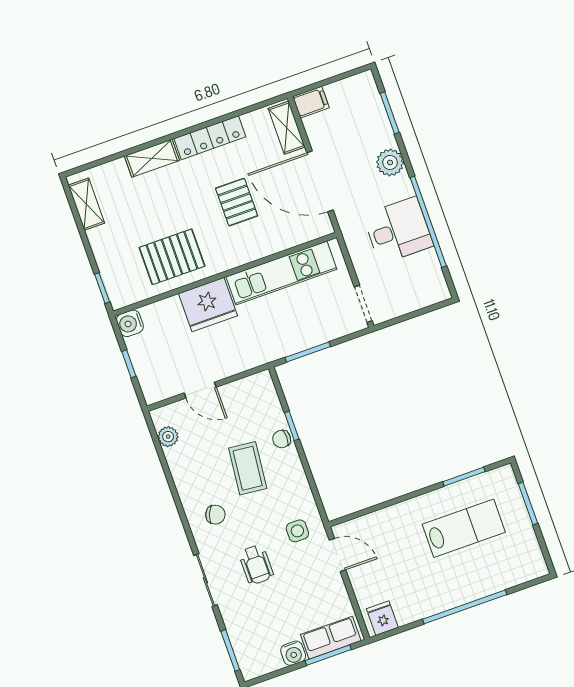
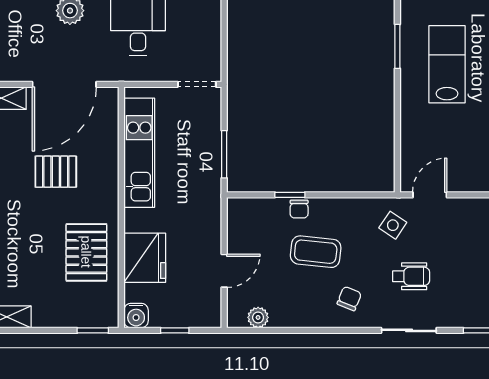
fridge: (208, 305) -> (145, 258), moved
side table: (297, 531) -> (393, 225), turned 34

